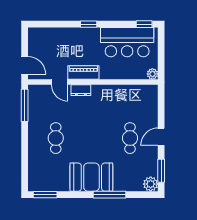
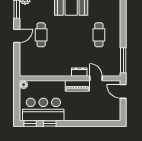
window: (89, 24) -> (50, 123), moved

